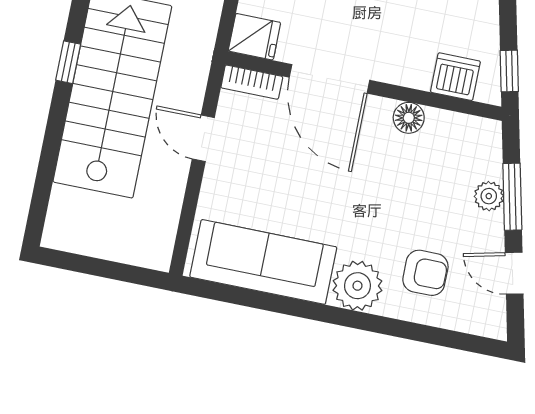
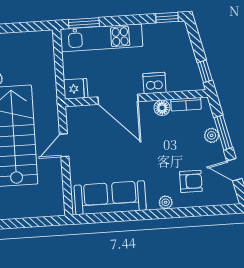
dishwasher: (455, 77) -> (154, 83), moved
bookcase: (252, 82) -> (186, 104), moved
door: (203, 138) -> (64, 145), hinge flipped
plant: (357, 286) -> (166, 202), width x0.53, depth x0.53

